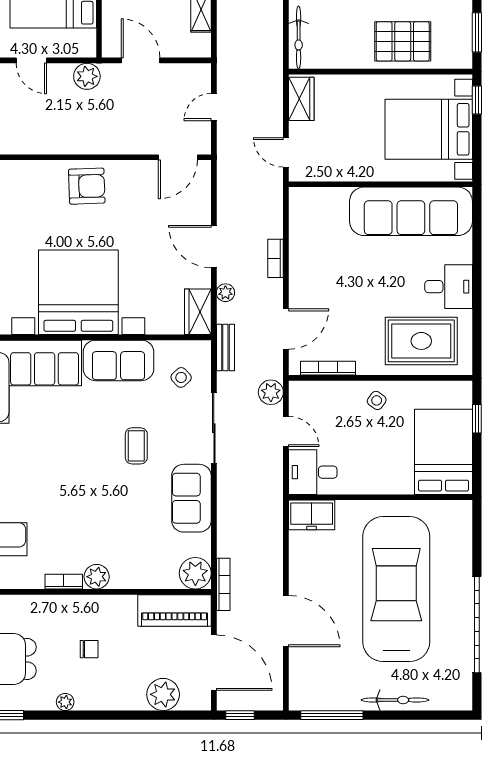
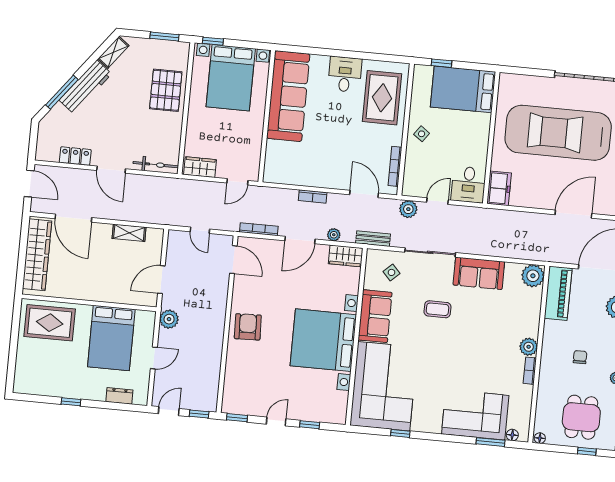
bookcase: (223, 584) -> (259, 229), moved

